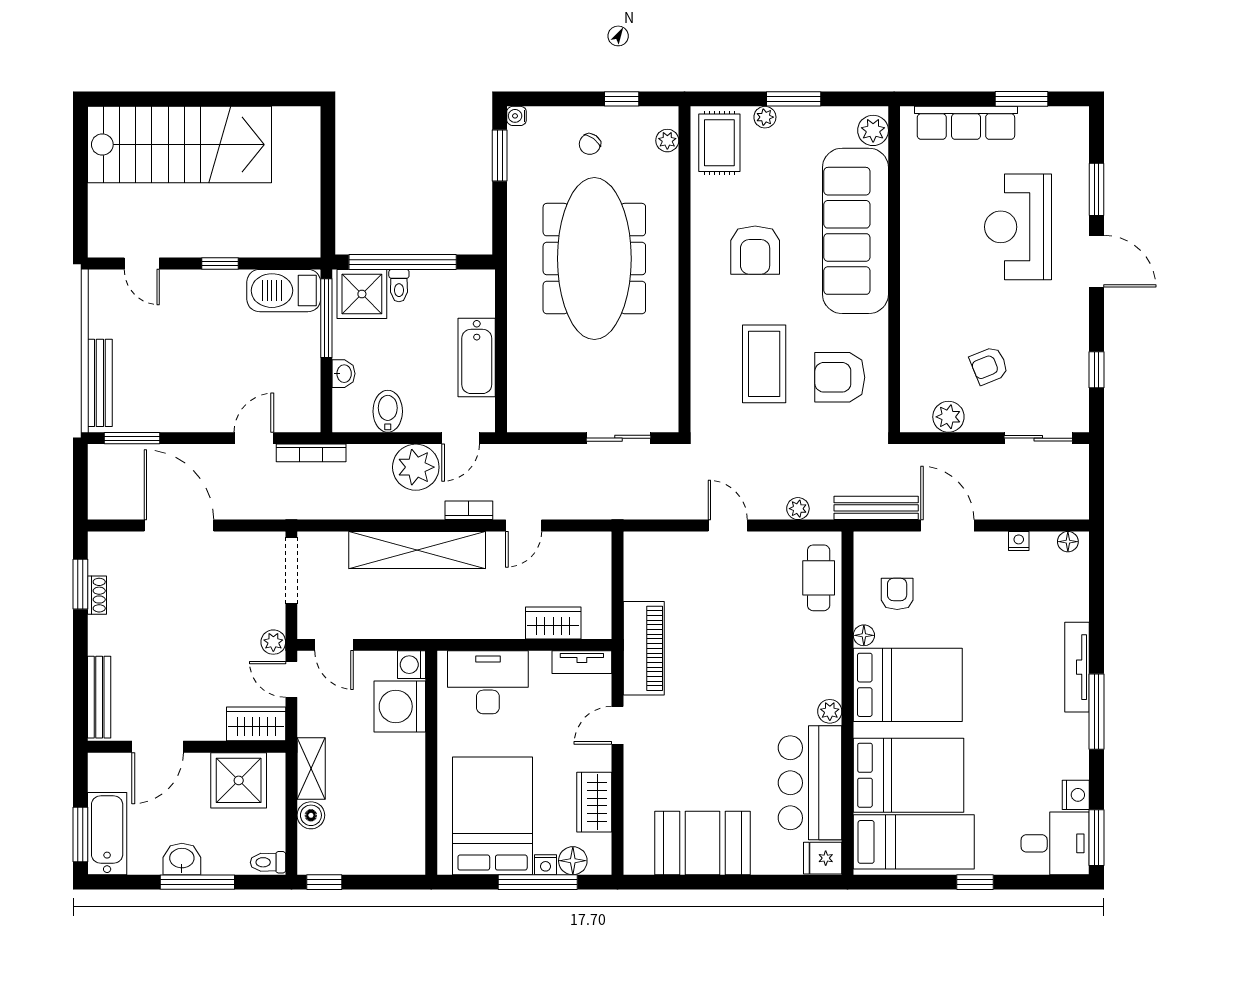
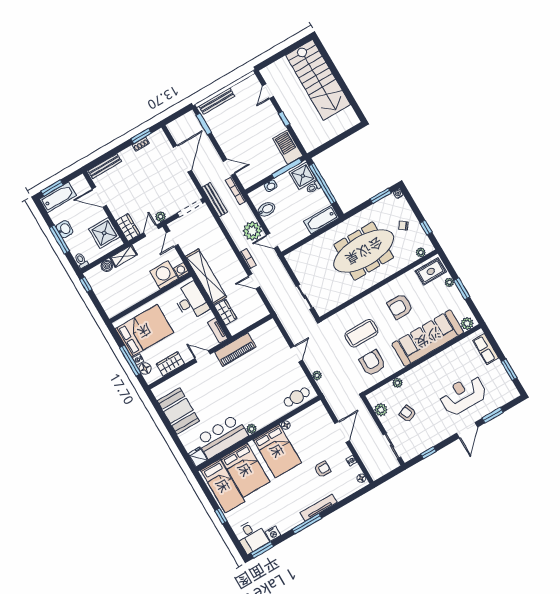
row of seats: (966, 123) -> (486, 349), width x0.68
plant: (912, 349) -> (397, 383), added
bathtub: (477, 357) -> (321, 220), moved
bench: (876, 508) -> (215, 200), moved
shelving: (417, 550) -> (206, 277), moved
armchair: (897, 594) -> (322, 469), moved

